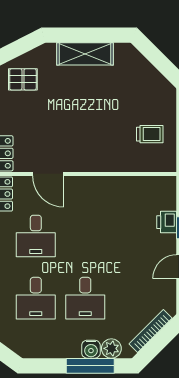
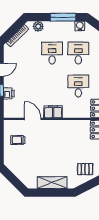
door: (48, 174) -> (33, 119), moved
filing cabinet: (83, 187) -> (53, 112), added
water cooler: (91, 349) -> (80, 26), moved
window: (90, 366) -> (63, 17), moved

